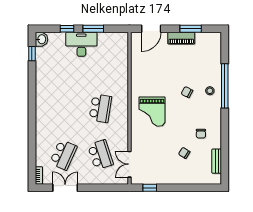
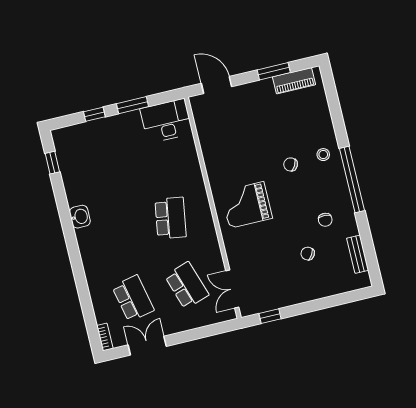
door: (151, 29) -> (216, 85), swing flipped
piano: (181, 38) -> (294, 81), moved
washbasin: (41, 39) -> (80, 217), moved
desk: (81, 44) -> (166, 121), moved
window: (225, 86) -> (352, 180), moved
grand piano: (152, 112) -> (247, 205), turned 90
school desk: (63, 155) -> (133, 298), turned -36

